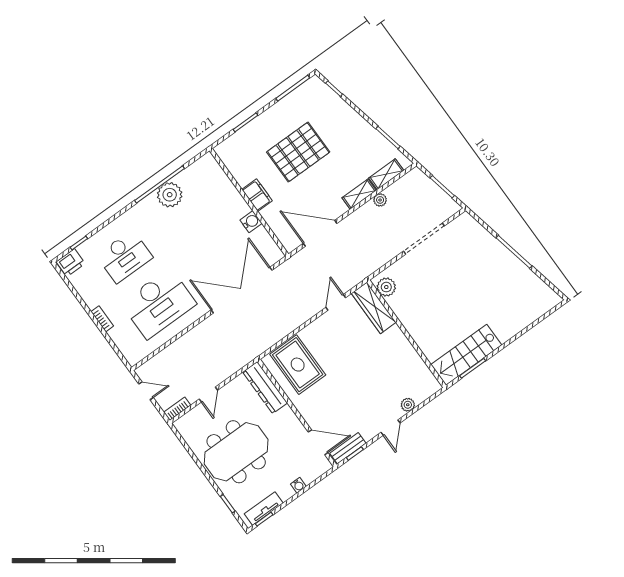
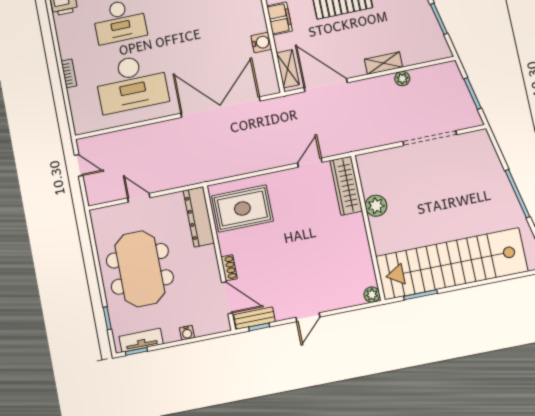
shelving: (386, 174) -> (288, 69), moved, turned 90
plant: (386, 287) -> (376, 206), moved
stairs: (466, 355) -> (452, 264), width x1.86, depth x1.51
rug: (298, 365) -> (242, 208), turned 90
door: (208, 395) -> (139, 198), swing flipped
plant: (408, 405) -> (372, 295), moved
bookcase: (177, 409) -> (101, 198), removed
shoe rack: (309, 417) -> (229, 268), added
meeting table: (236, 452) -> (140, 269), turned 90

